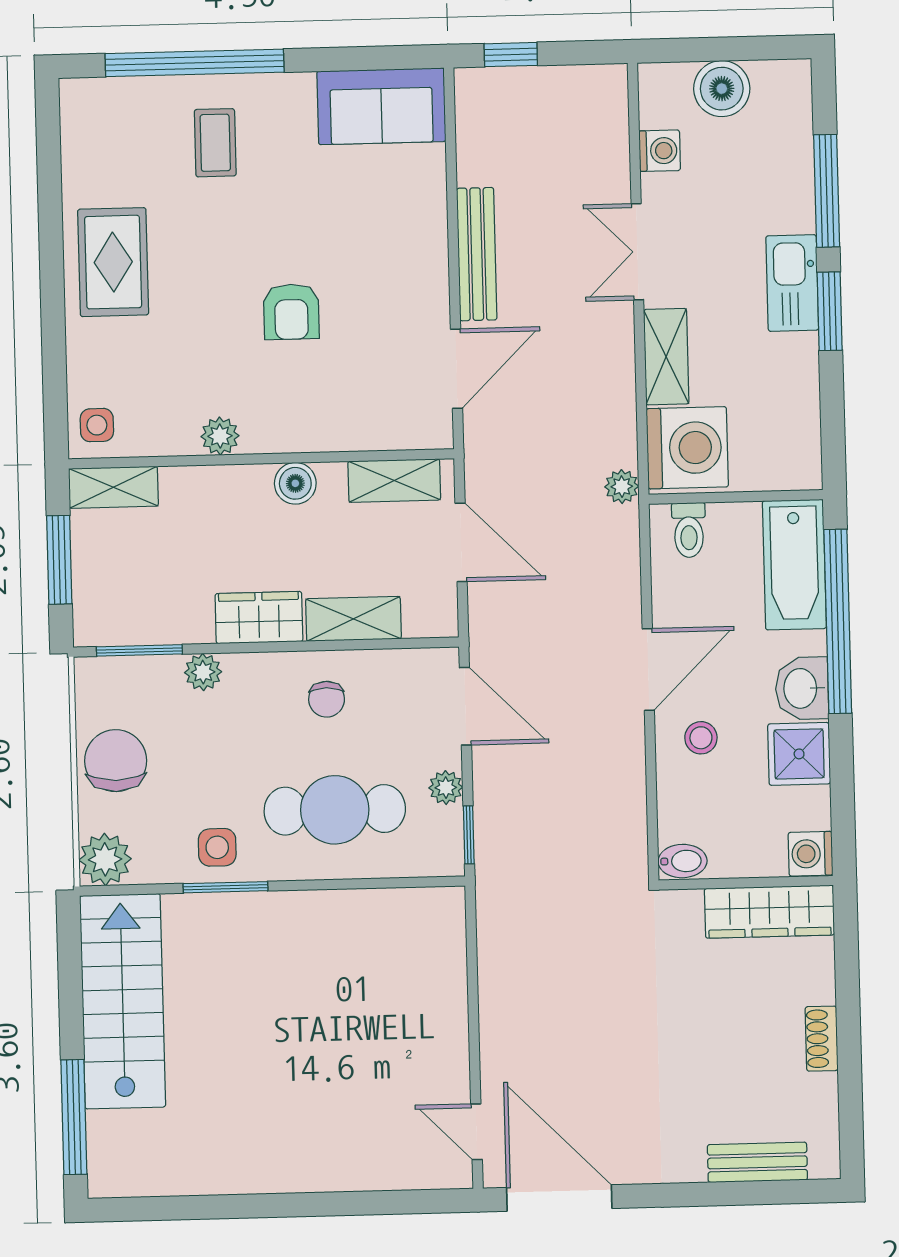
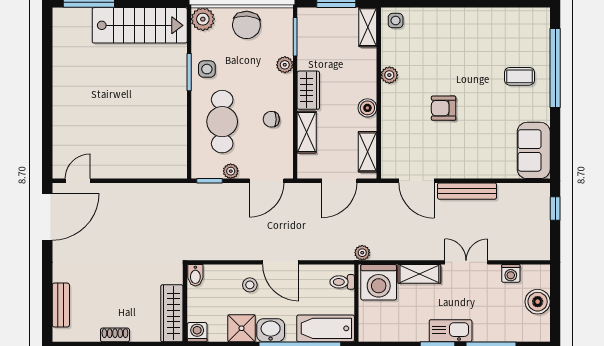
rug: (113, 262) -> (468, 30), removed
chair: (116, 761) -> (246, 25), turned 94

